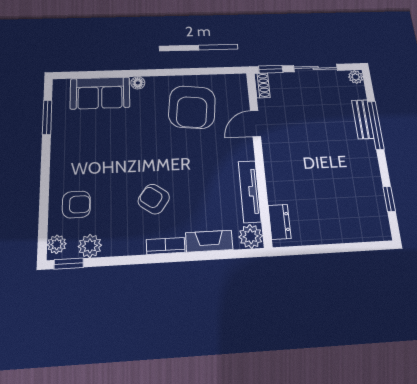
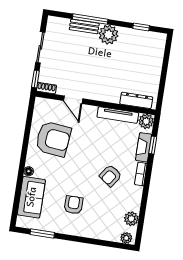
plant: (356, 77) -> (108, 35), moved, width x1.87, depth x1.87
armchair: (76, 204) -> (74, 205), moved
dresser: (280, 222) -> (136, 100), width x1.44
window: (69, 264) -> (153, 145), moved

